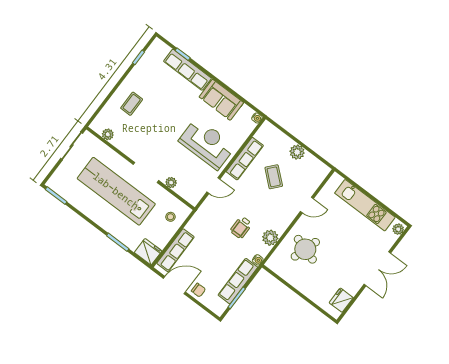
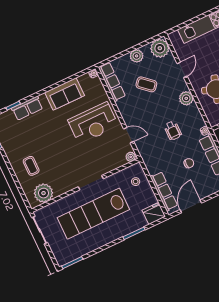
row of seats: (187, 70) -> (27, 108), width x0.68
plant: (108, 134) -> (44, 193), width x1.88, depth x1.88
reception desk: (207, 144) -> (93, 123), turned 180
row of seats: (245, 159) -> (112, 82), moved
plant: (317, 171) -> (160, 48), added
plant: (171, 182) -> (131, 157), moved
door: (213, 186) -> (129, 135), hinge flipped
plant: (270, 238) -> (186, 98), moved
chair: (198, 290) -> (189, 163), moved

